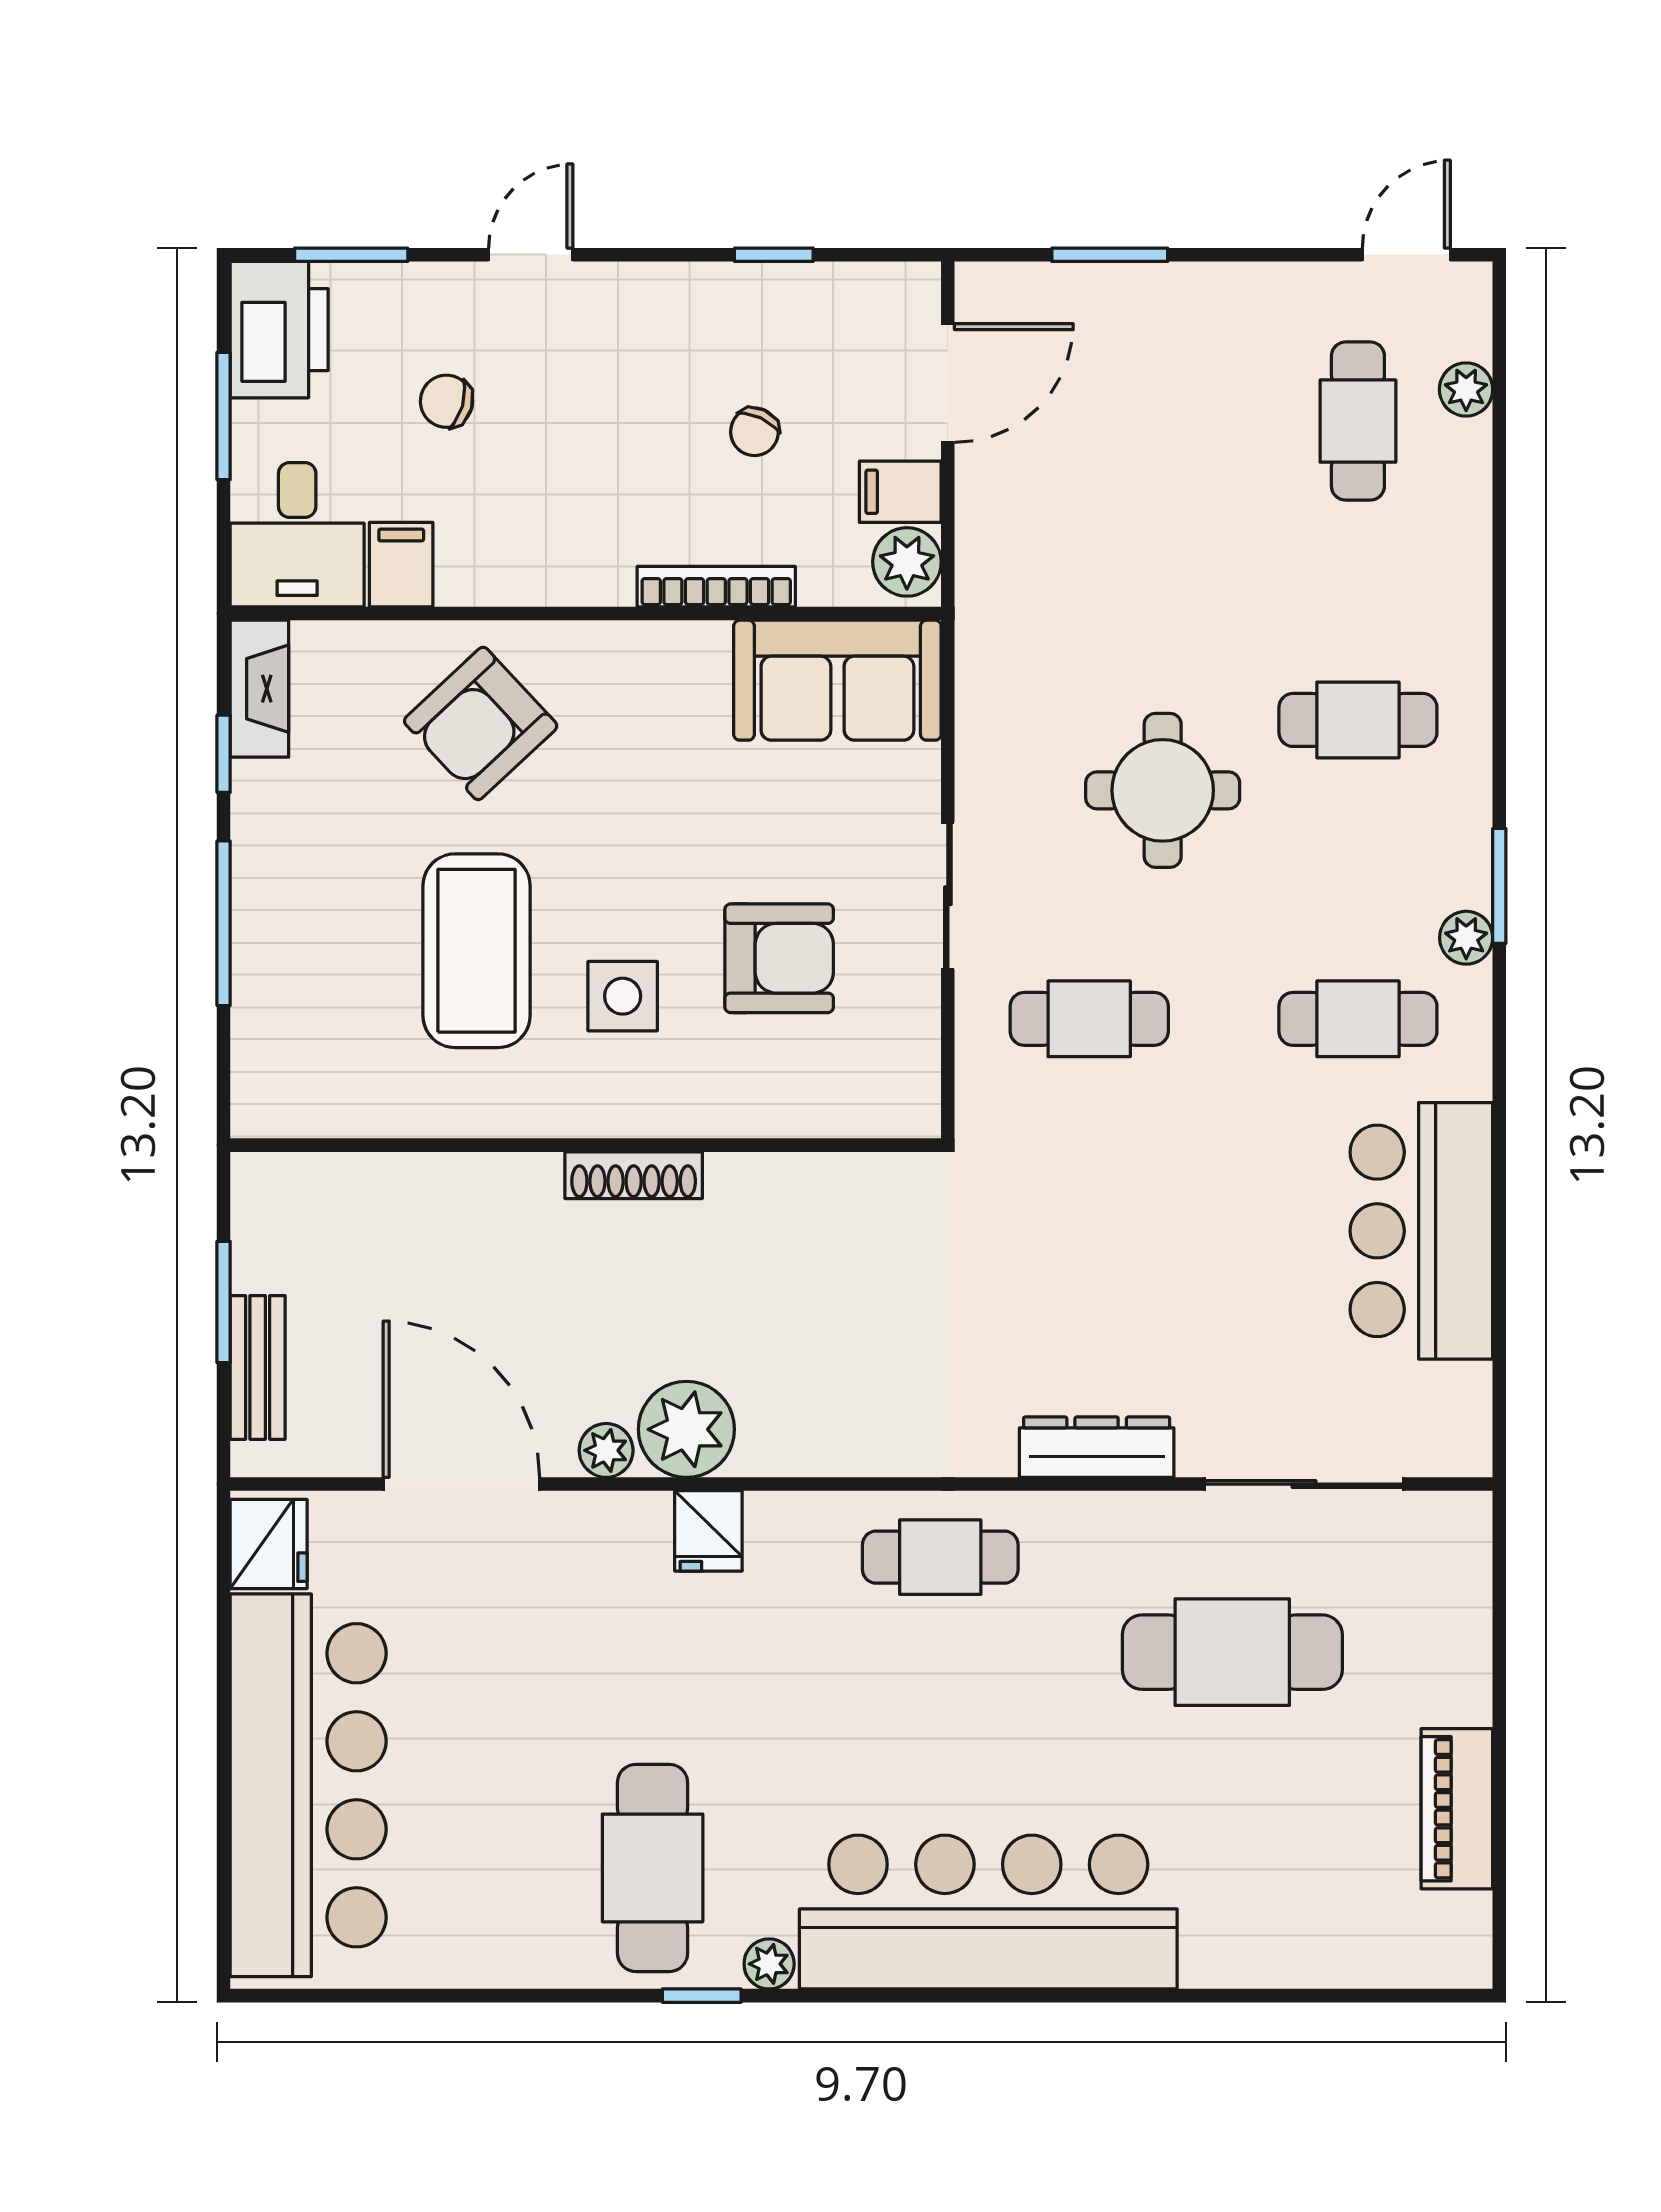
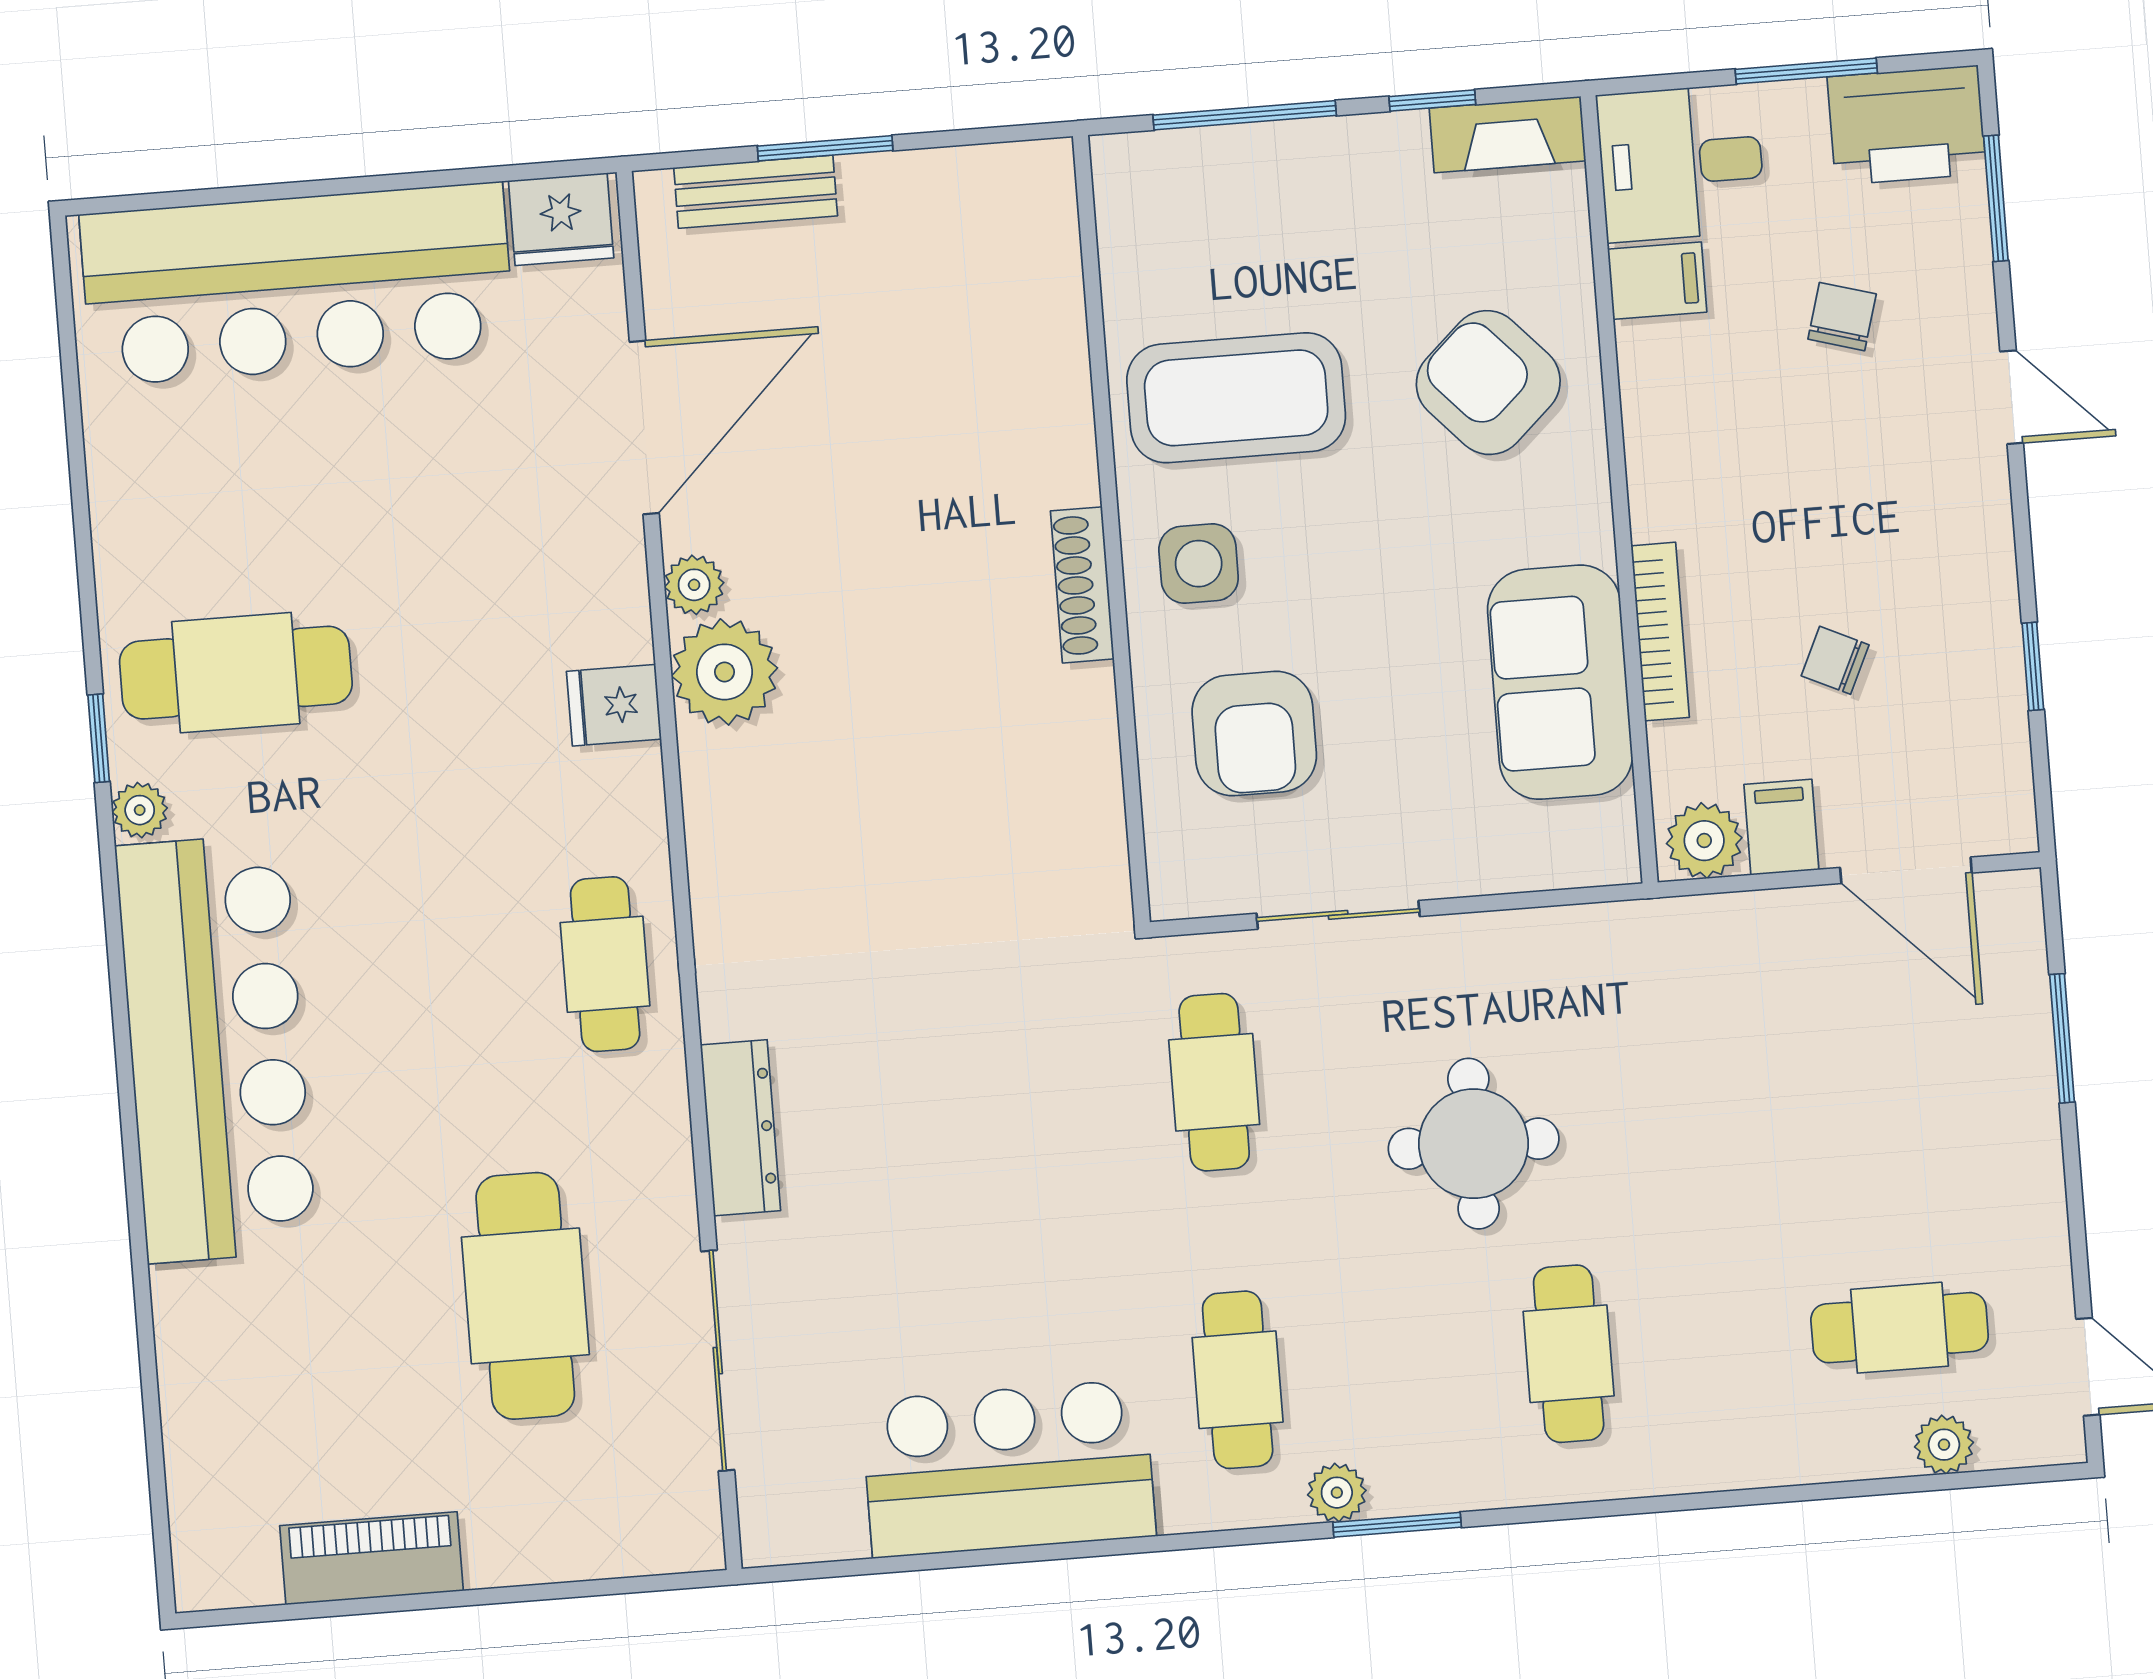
sofa: (837, 680) -> (1560, 682), moved
wall: (586, 1145) -> (1111, 529), moved
shoe rack: (634, 1175) -> (1082, 585), moved

